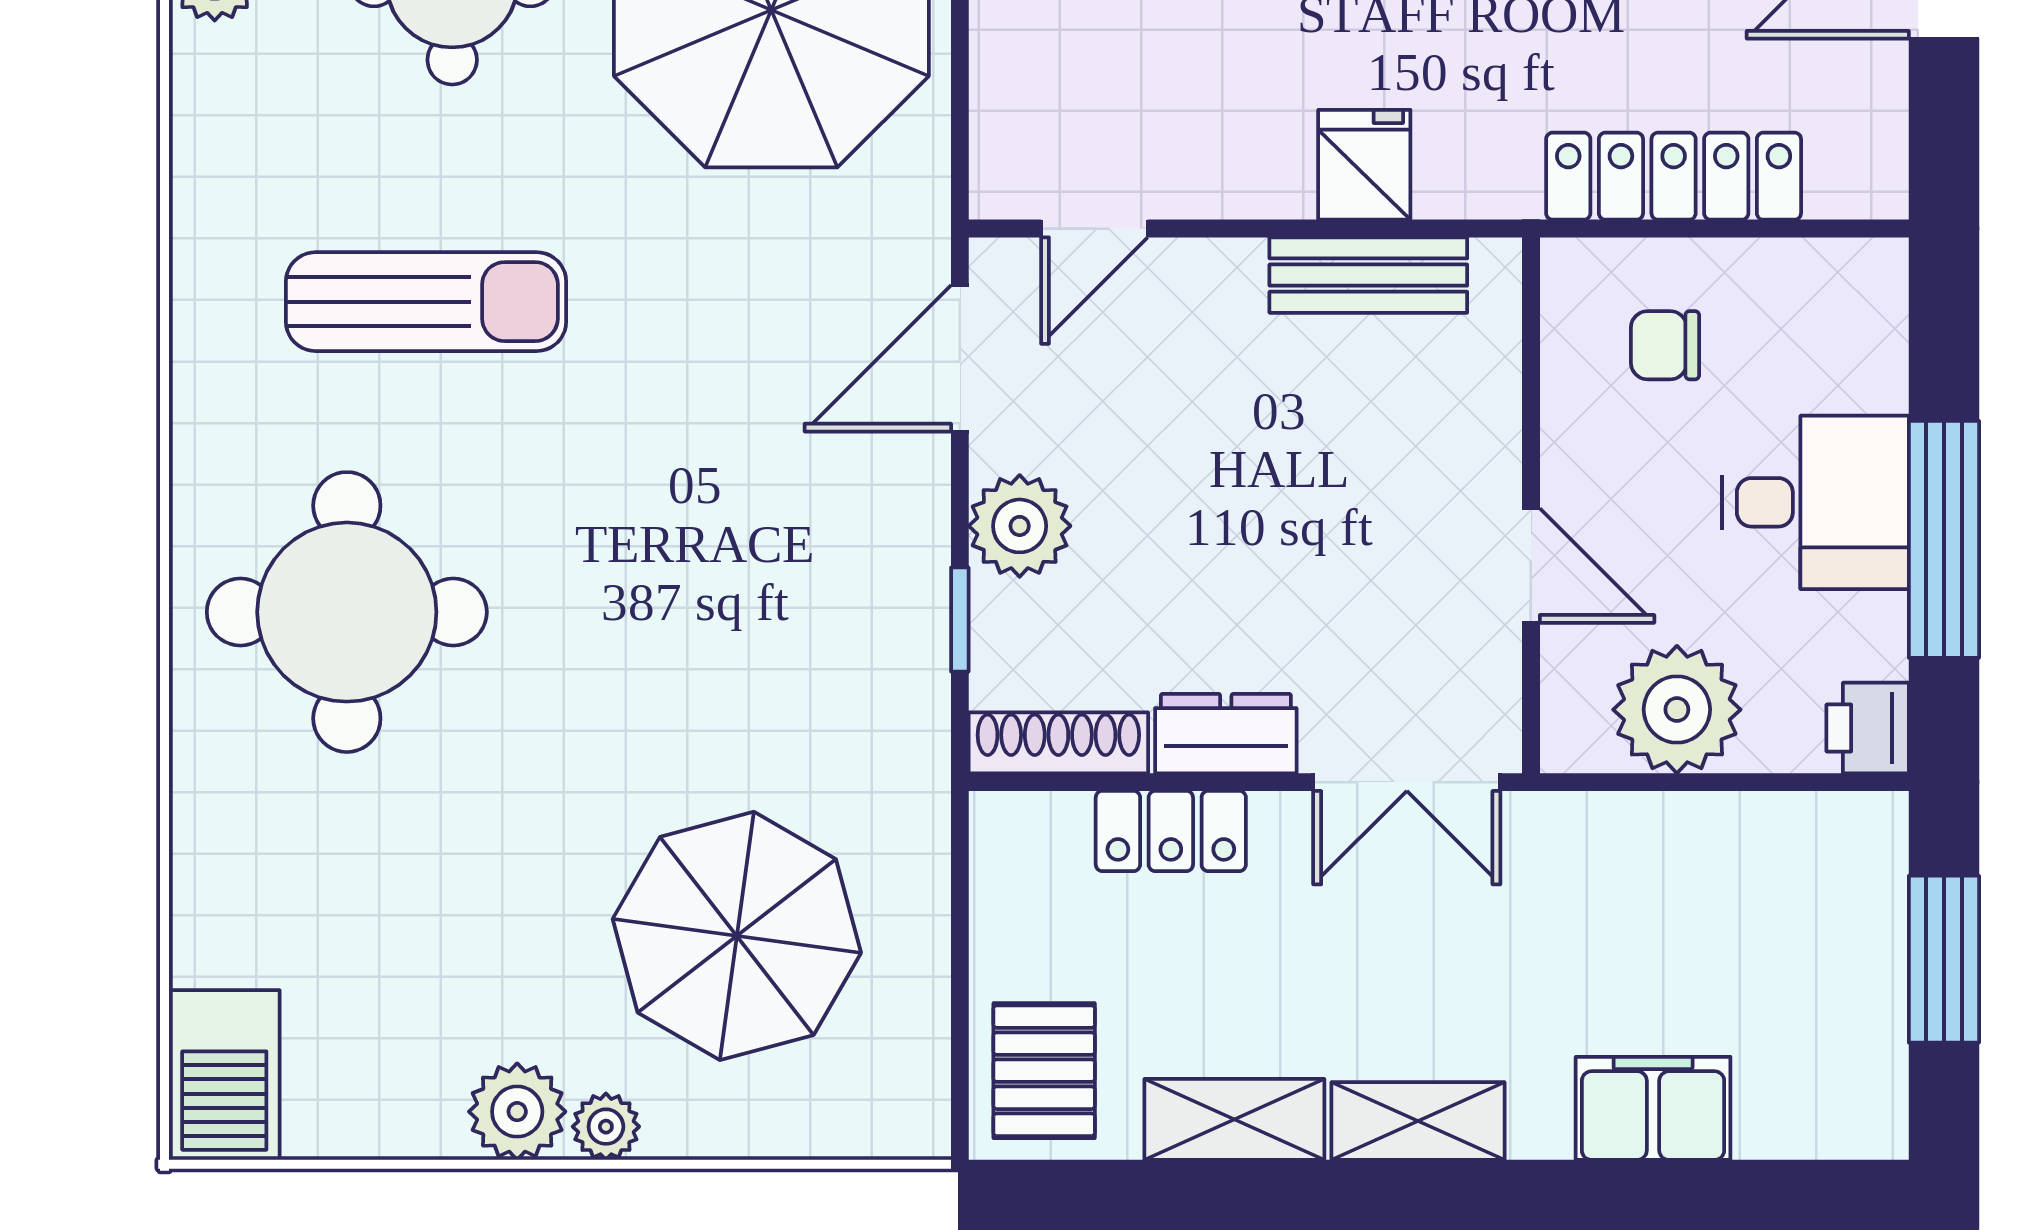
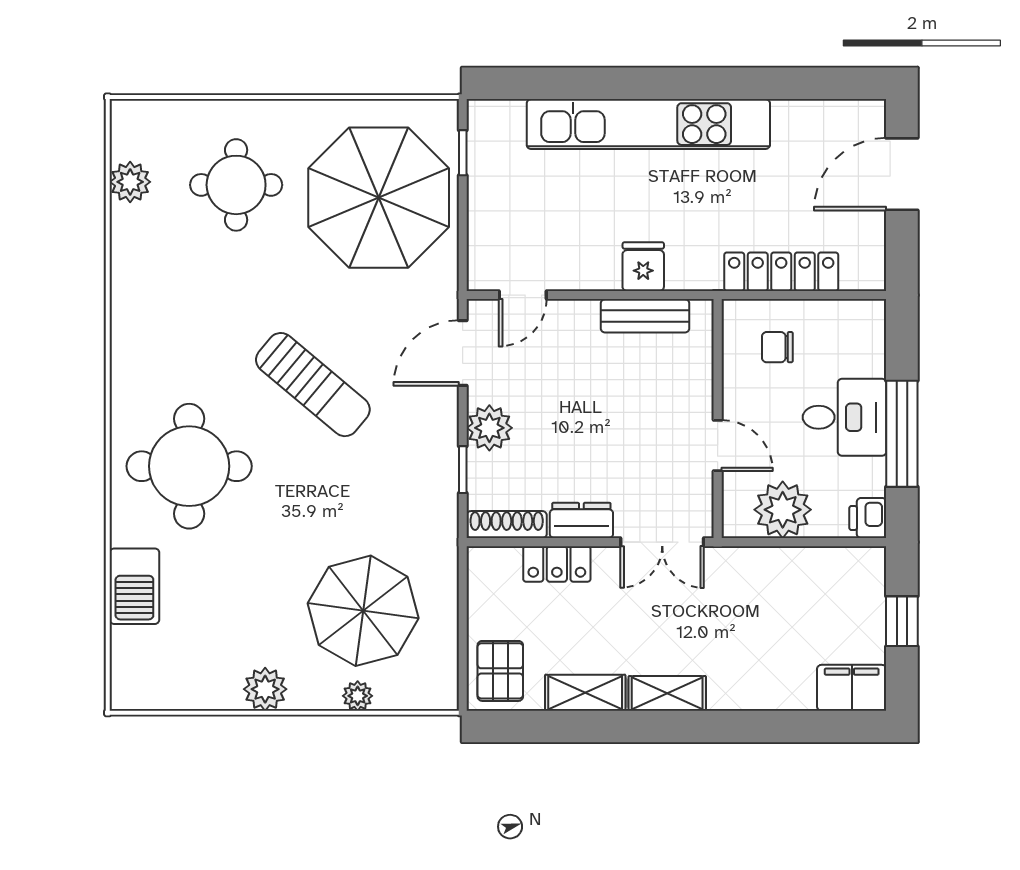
sun lounger: (426, 302) -> (313, 385), moved, turned 40
window: (1944, 959) -> (902, 621), width x0.67
barbecue: (224, 1075) -> (134, 586), moved
filing cabinet: (1653, 1108) -> (852, 688), moved
plant: (606, 1127) -> (358, 696), moved

